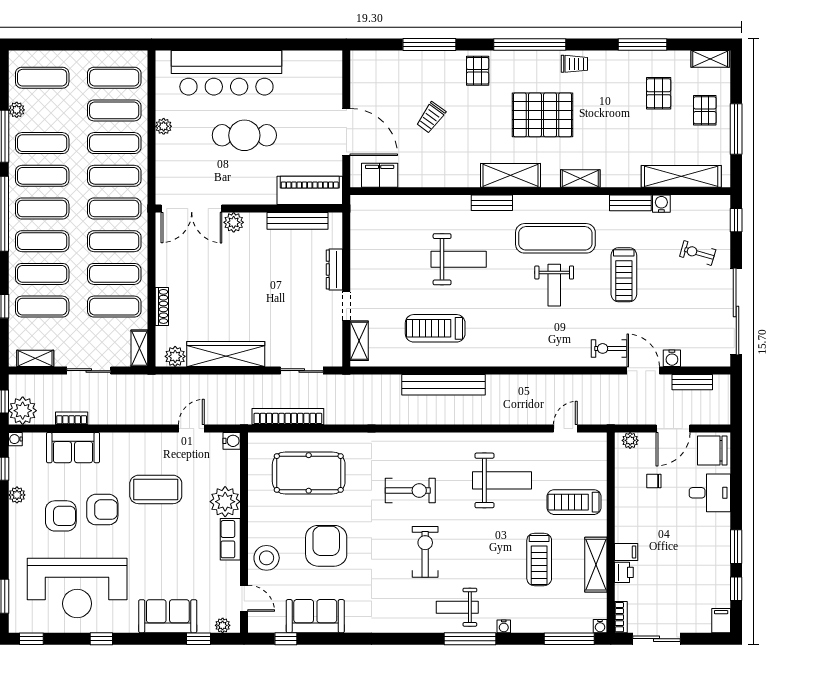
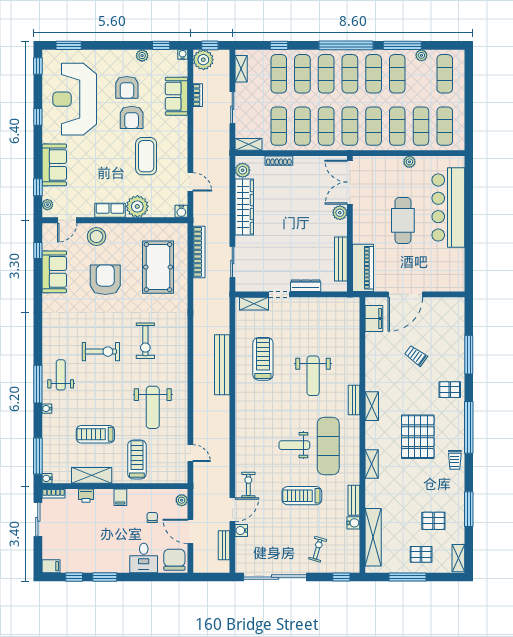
shelving: (511, 175) -> (372, 406), width x0.67, depth x0.75
armchair: (326, 546) -> (105, 280), turned -90
filing cabinet: (626, 552) -> (120, 497), moved

